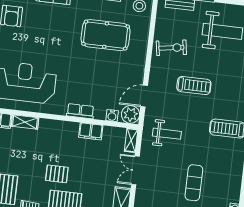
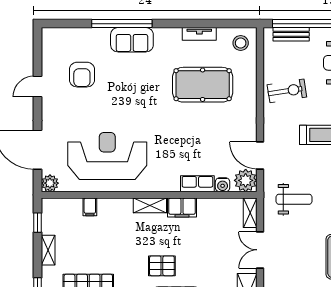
door: (144, 96) -> (260, 155), hinge flipped
row of seats: (80, 111) -> (197, 184), moved
shelving: (25, 122) -> (150, 205), moved
filing cabinet: (91, 131) -> (182, 207), moved

